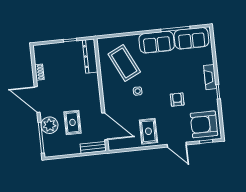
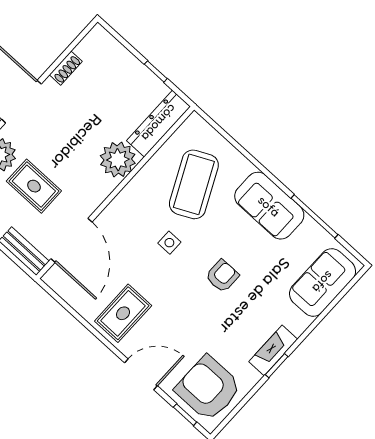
sofa: (191, 38) -> (323, 282), moved, turned 90
fireplace: (210, 77) -> (273, 350), moved
plant: (90, 83) -> (118, 160), added
armchair: (177, 99) -> (222, 276), moved
rug: (72, 122) -> (34, 186), turned 90
door: (177, 145) -> (141, 374), swing flipped

